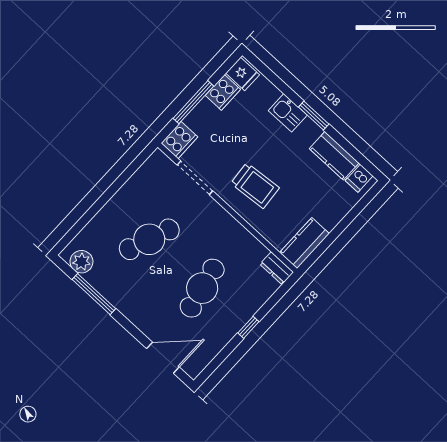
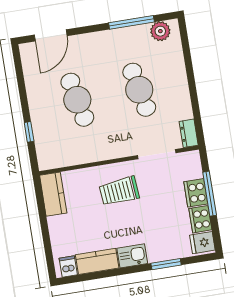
kitchen sink: (288, 113) -> (132, 256), moved
window: (314, 116) -> (166, 264), moved
cooker: (179, 140) -> (196, 193), moved
cafe table: (149, 239) -> (139, 90), turned -33
dresser: (277, 268) -> (189, 133), moved, turned -90
window: (248, 327) -> (29, 132), moved

